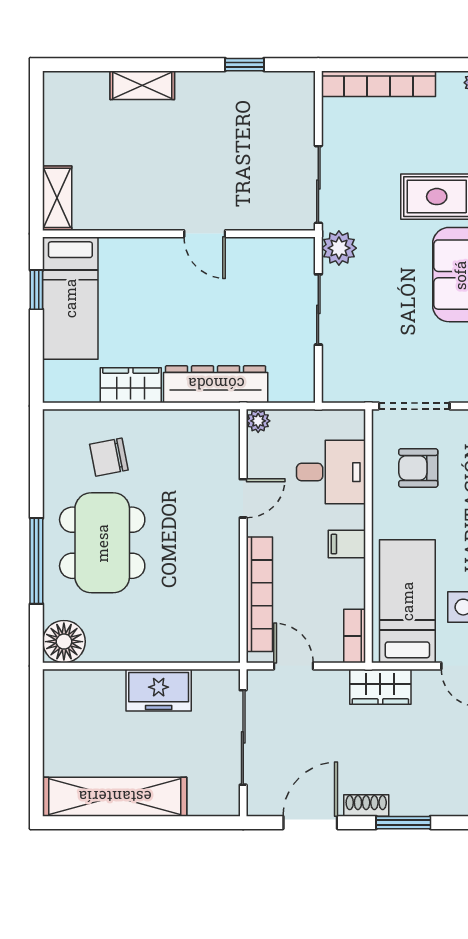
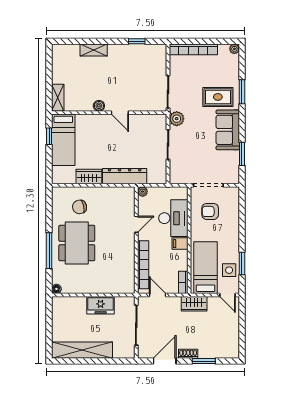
boiler: (155, 218) -> (99, 106), added
desk: (331, 472) -> (173, 218), width x1.37
floor lamp: (64, 642) -> (56, 289), width x0.53, depth x0.53

